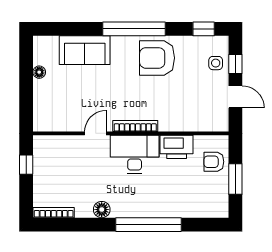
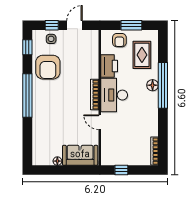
sofa: (85, 50) -> (80, 155), moved, turned -90
armchair: (157, 58) -> (48, 67), moved
rug: (193, 194) -> (142, 55), added
floor lamp: (102, 210) -> (153, 85), moved

